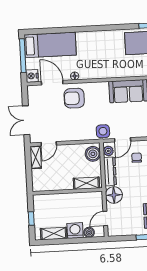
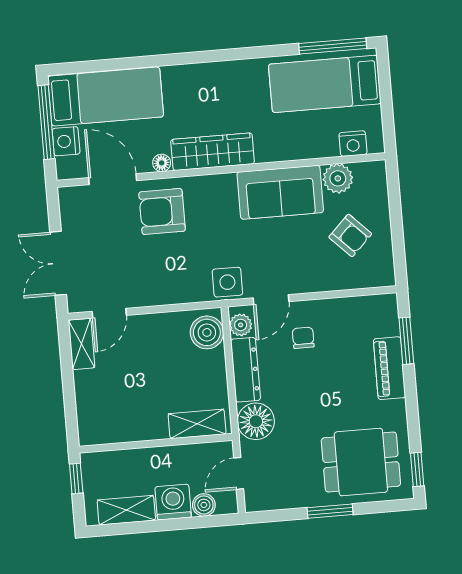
wardrobe: (98, 72) -> (213, 152), added
nightstand: (32, 76) -> (66, 141), moved
shelving: (86, 183) -> (197, 424), moved
wall: (67, 191) -> (156, 443), moved

